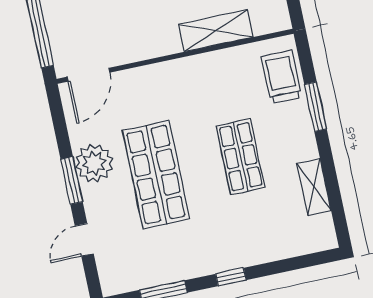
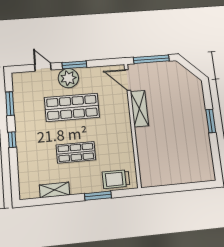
shelving: (216, 31) -> (139, 109), moved
trolley: (281, 77) -> (116, 179), turned 180
plant: (94, 163) -> (68, 78), moved

